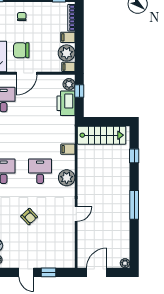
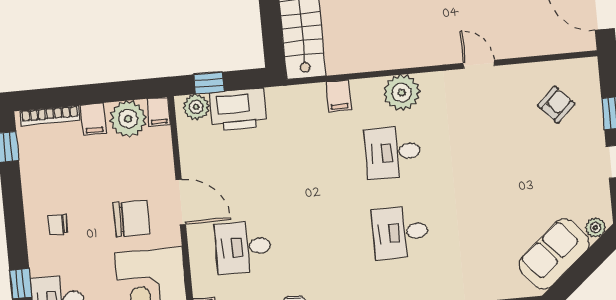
chair: (21, 50) -> (131, 218), turned -90
armchair: (29, 217) -> (556, 105), moved

